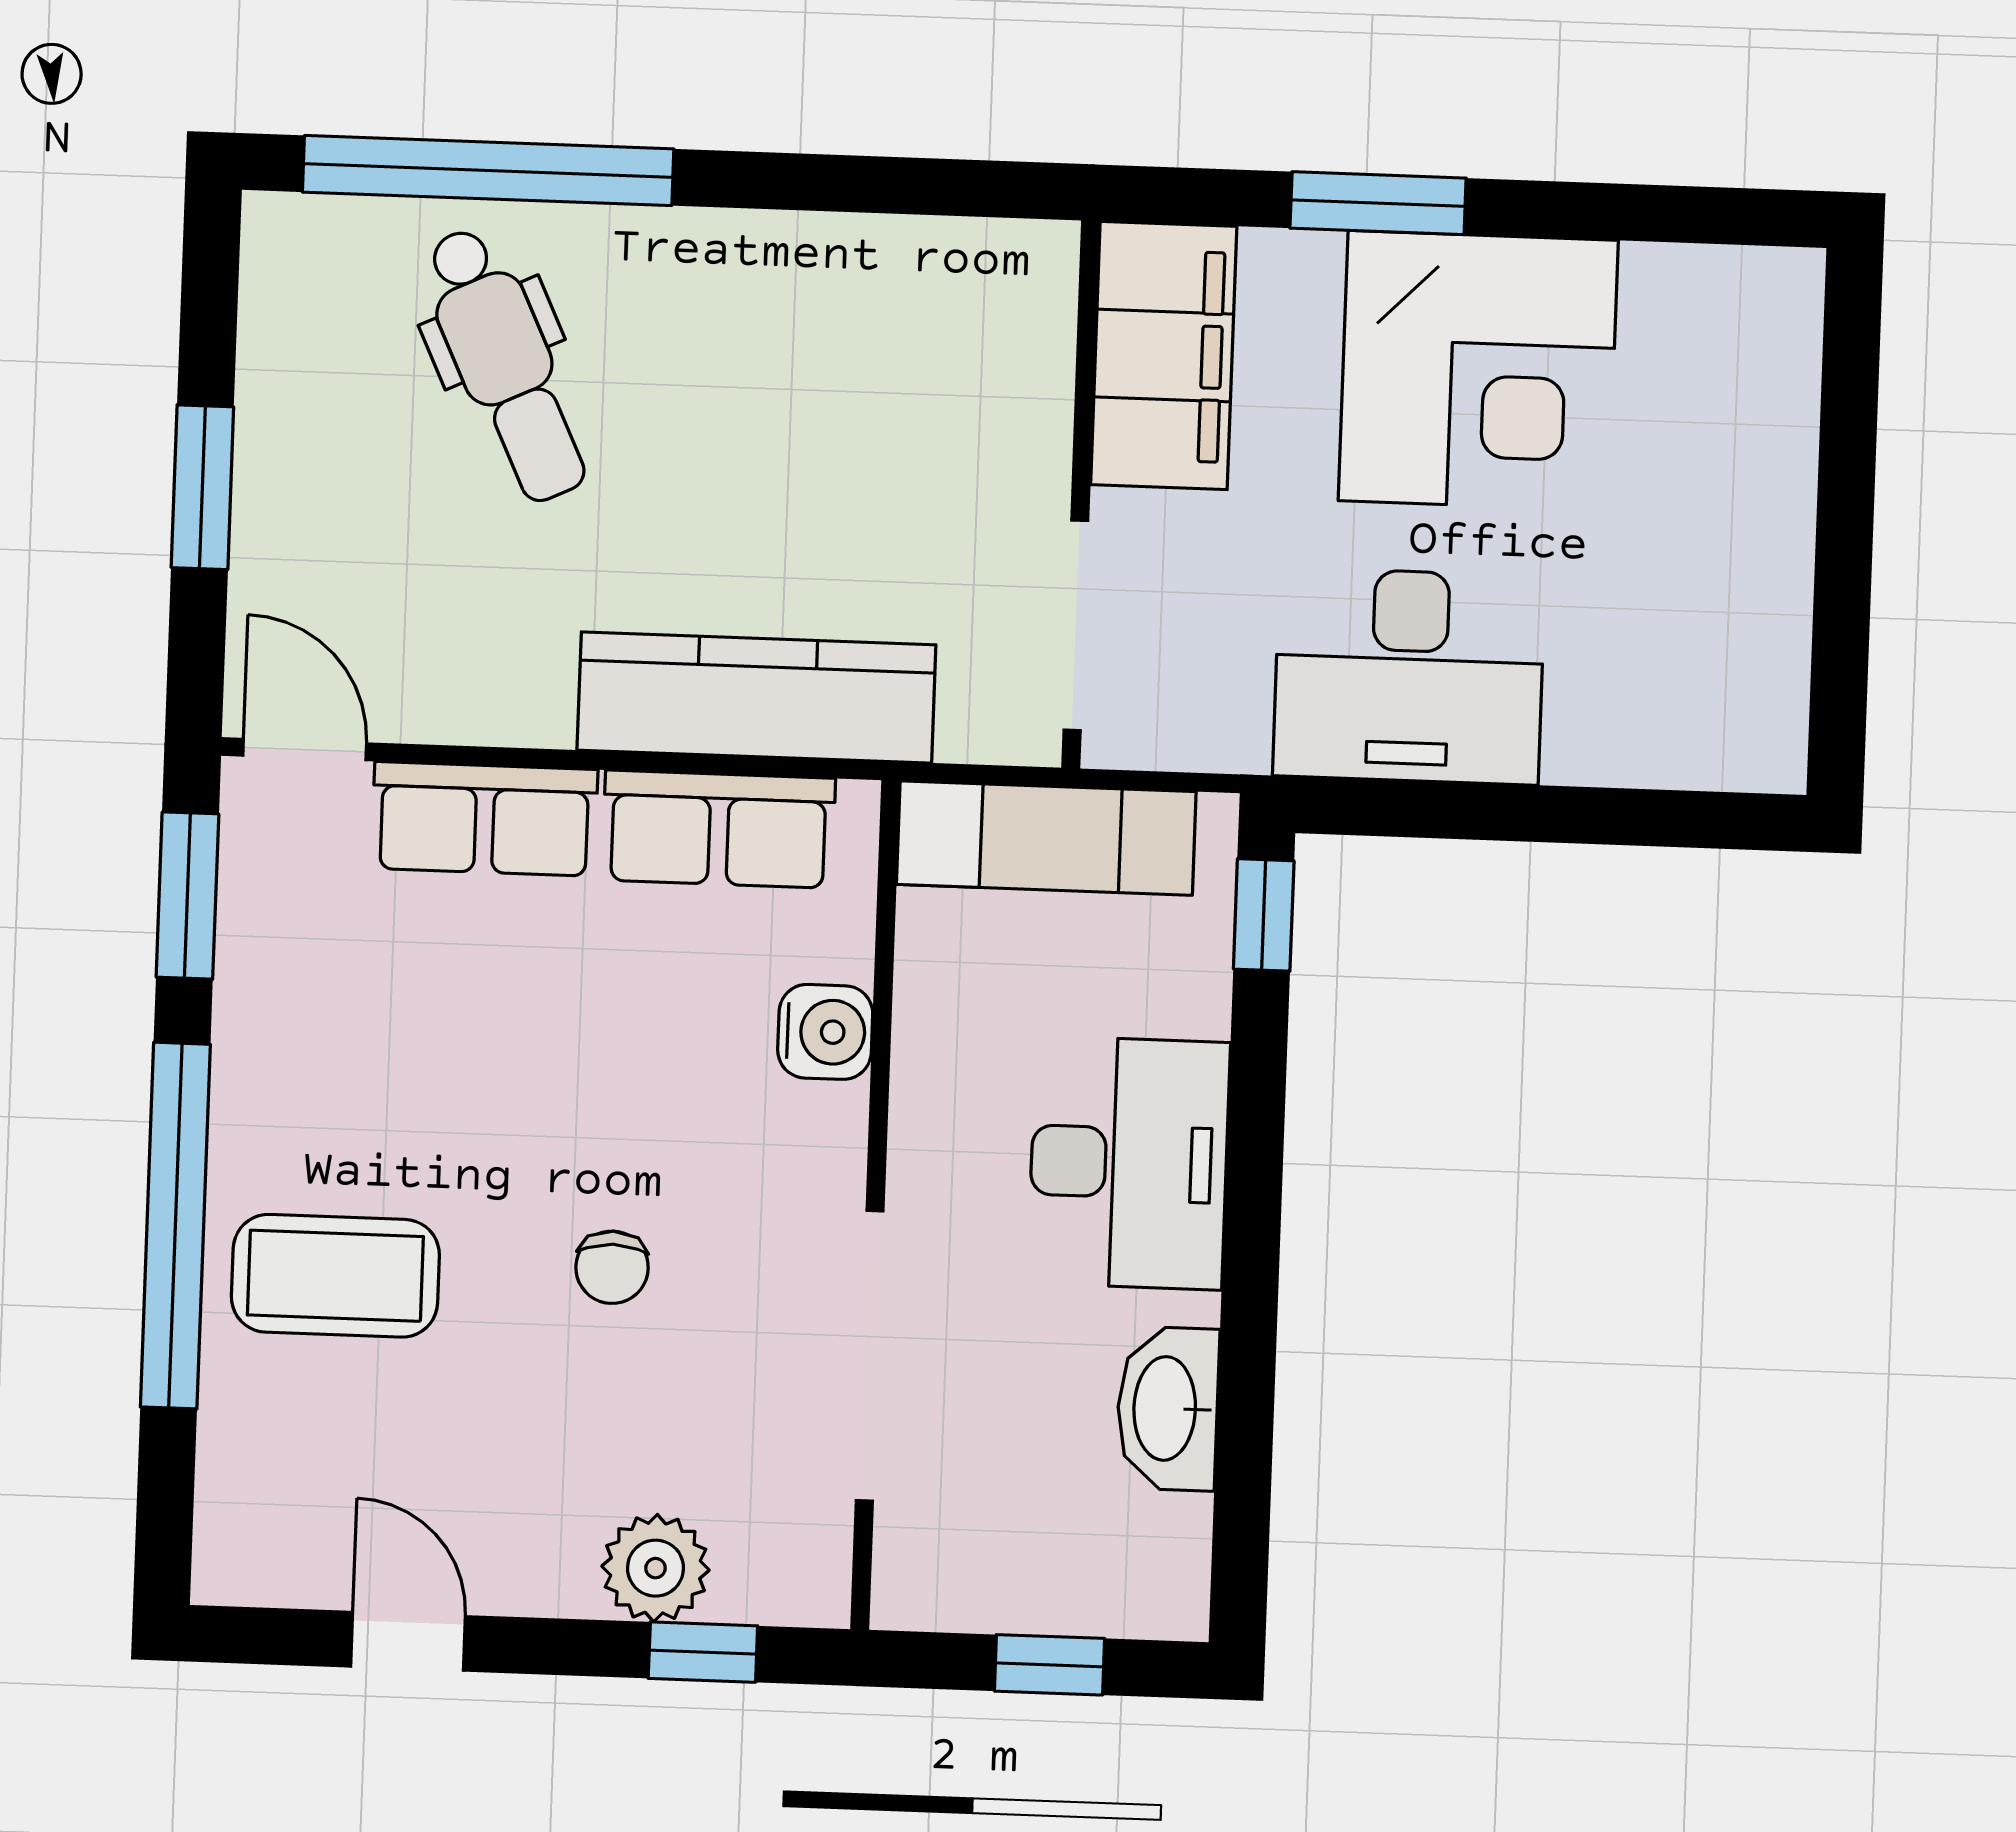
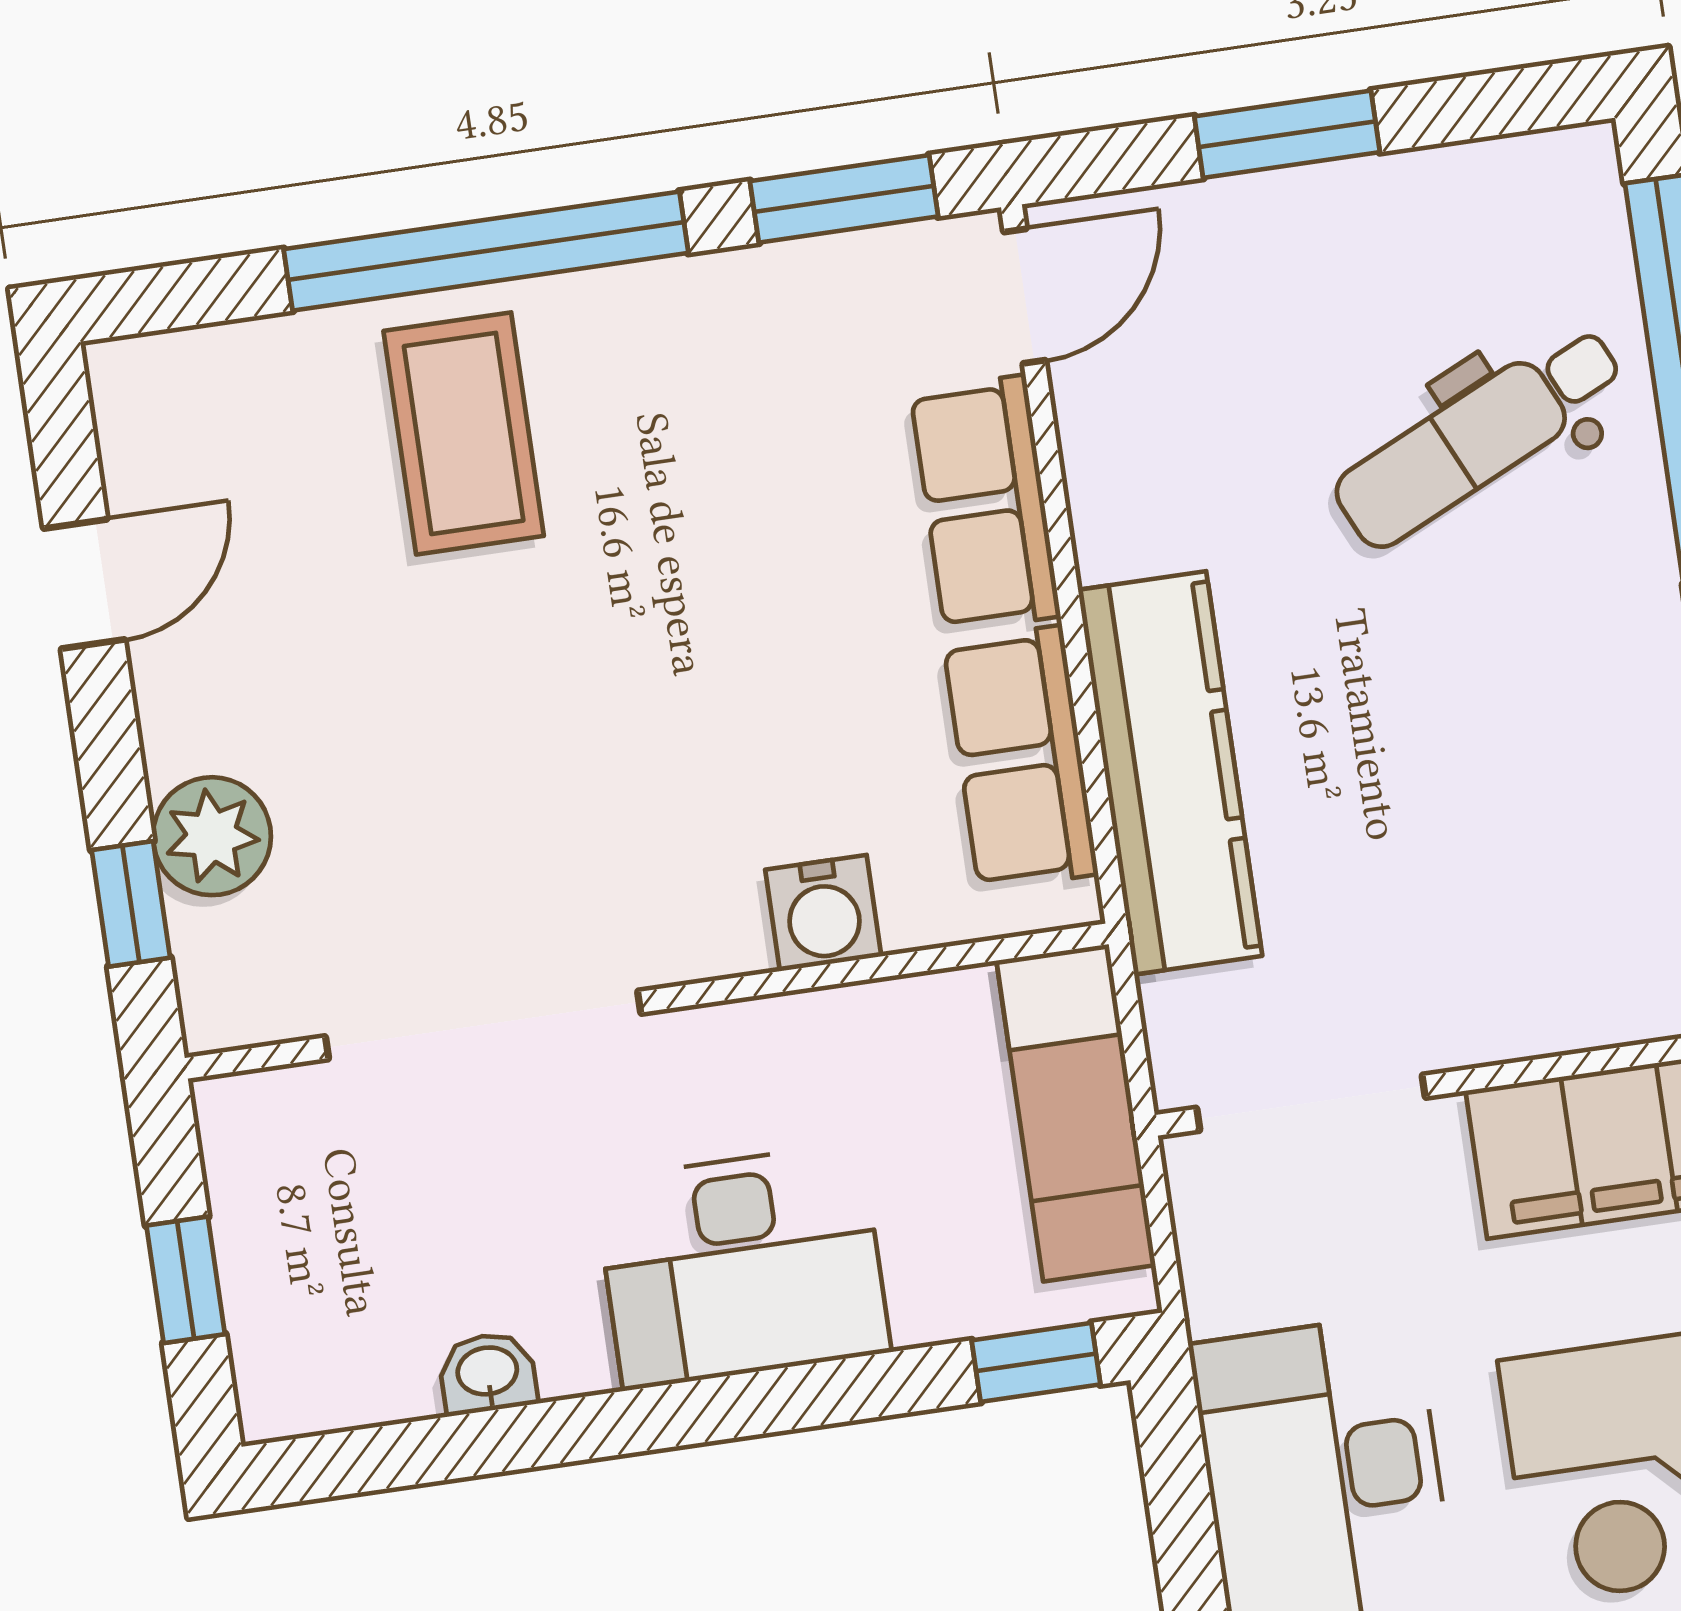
chair: (612, 1267) -> (527, 730), removed
washbasin: (1168, 1409) -> (488, 1373), width x0.52, depth x0.69

